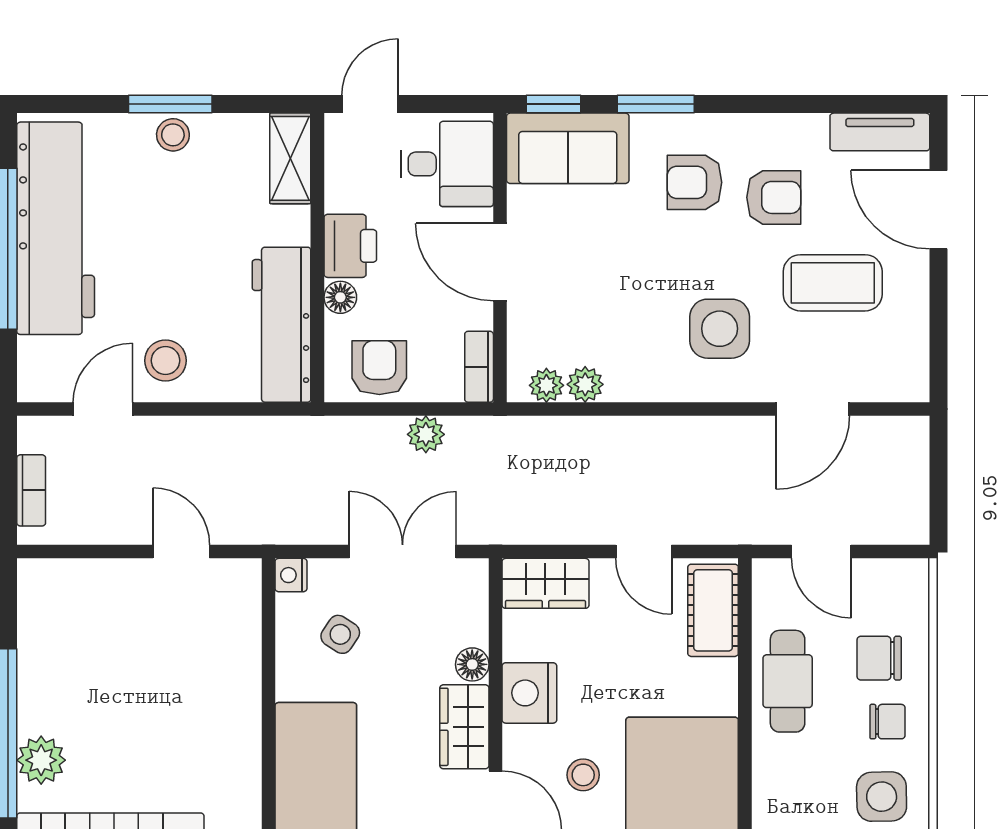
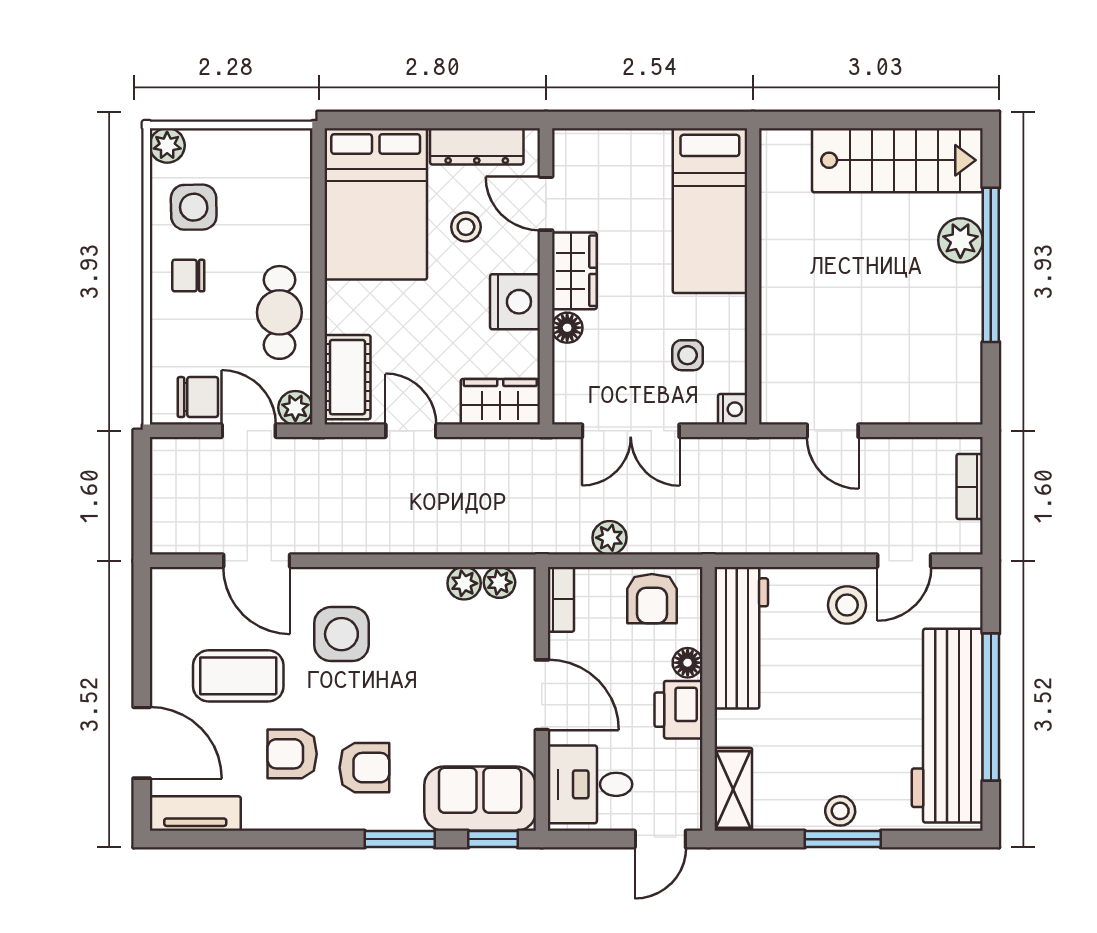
door: (813, 409) -> (257, 561), swing flipped
plant: (770, 577) -> (295, 408), added
side table: (340, 634) -> (688, 355), turned -33
chair: (879, 658) -> (198, 397), moved

